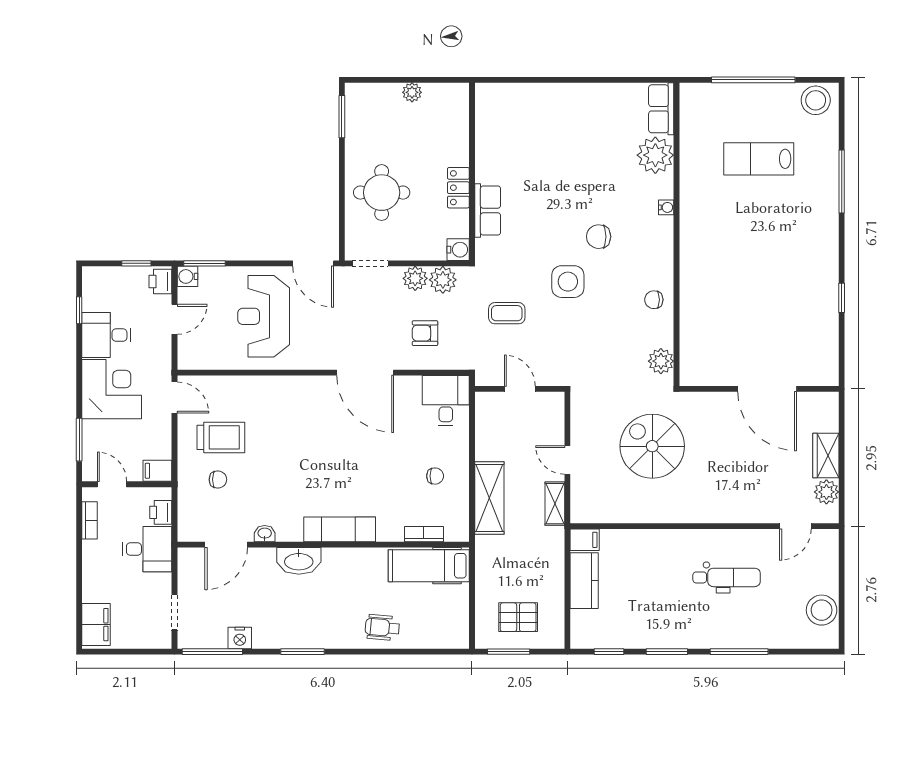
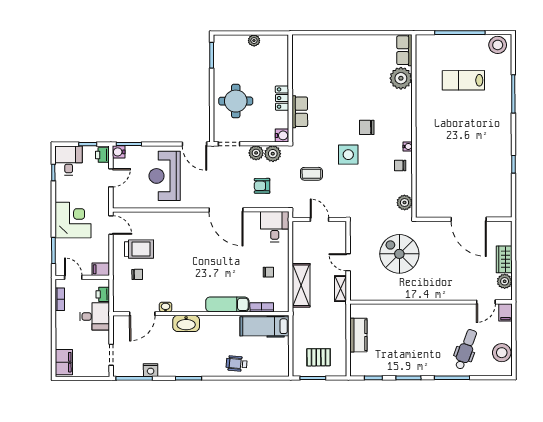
water cooler: (666, 207) -> (408, 146), moved
desk: (106, 335) -> (69, 161), moved, turned 90
exam couch: (340, 529) -> (227, 304), moved
filing cabinet: (585, 540) -> (505, 312), moved, turned 90
dental chair: (727, 577) -> (466, 349), moved, turned -70

